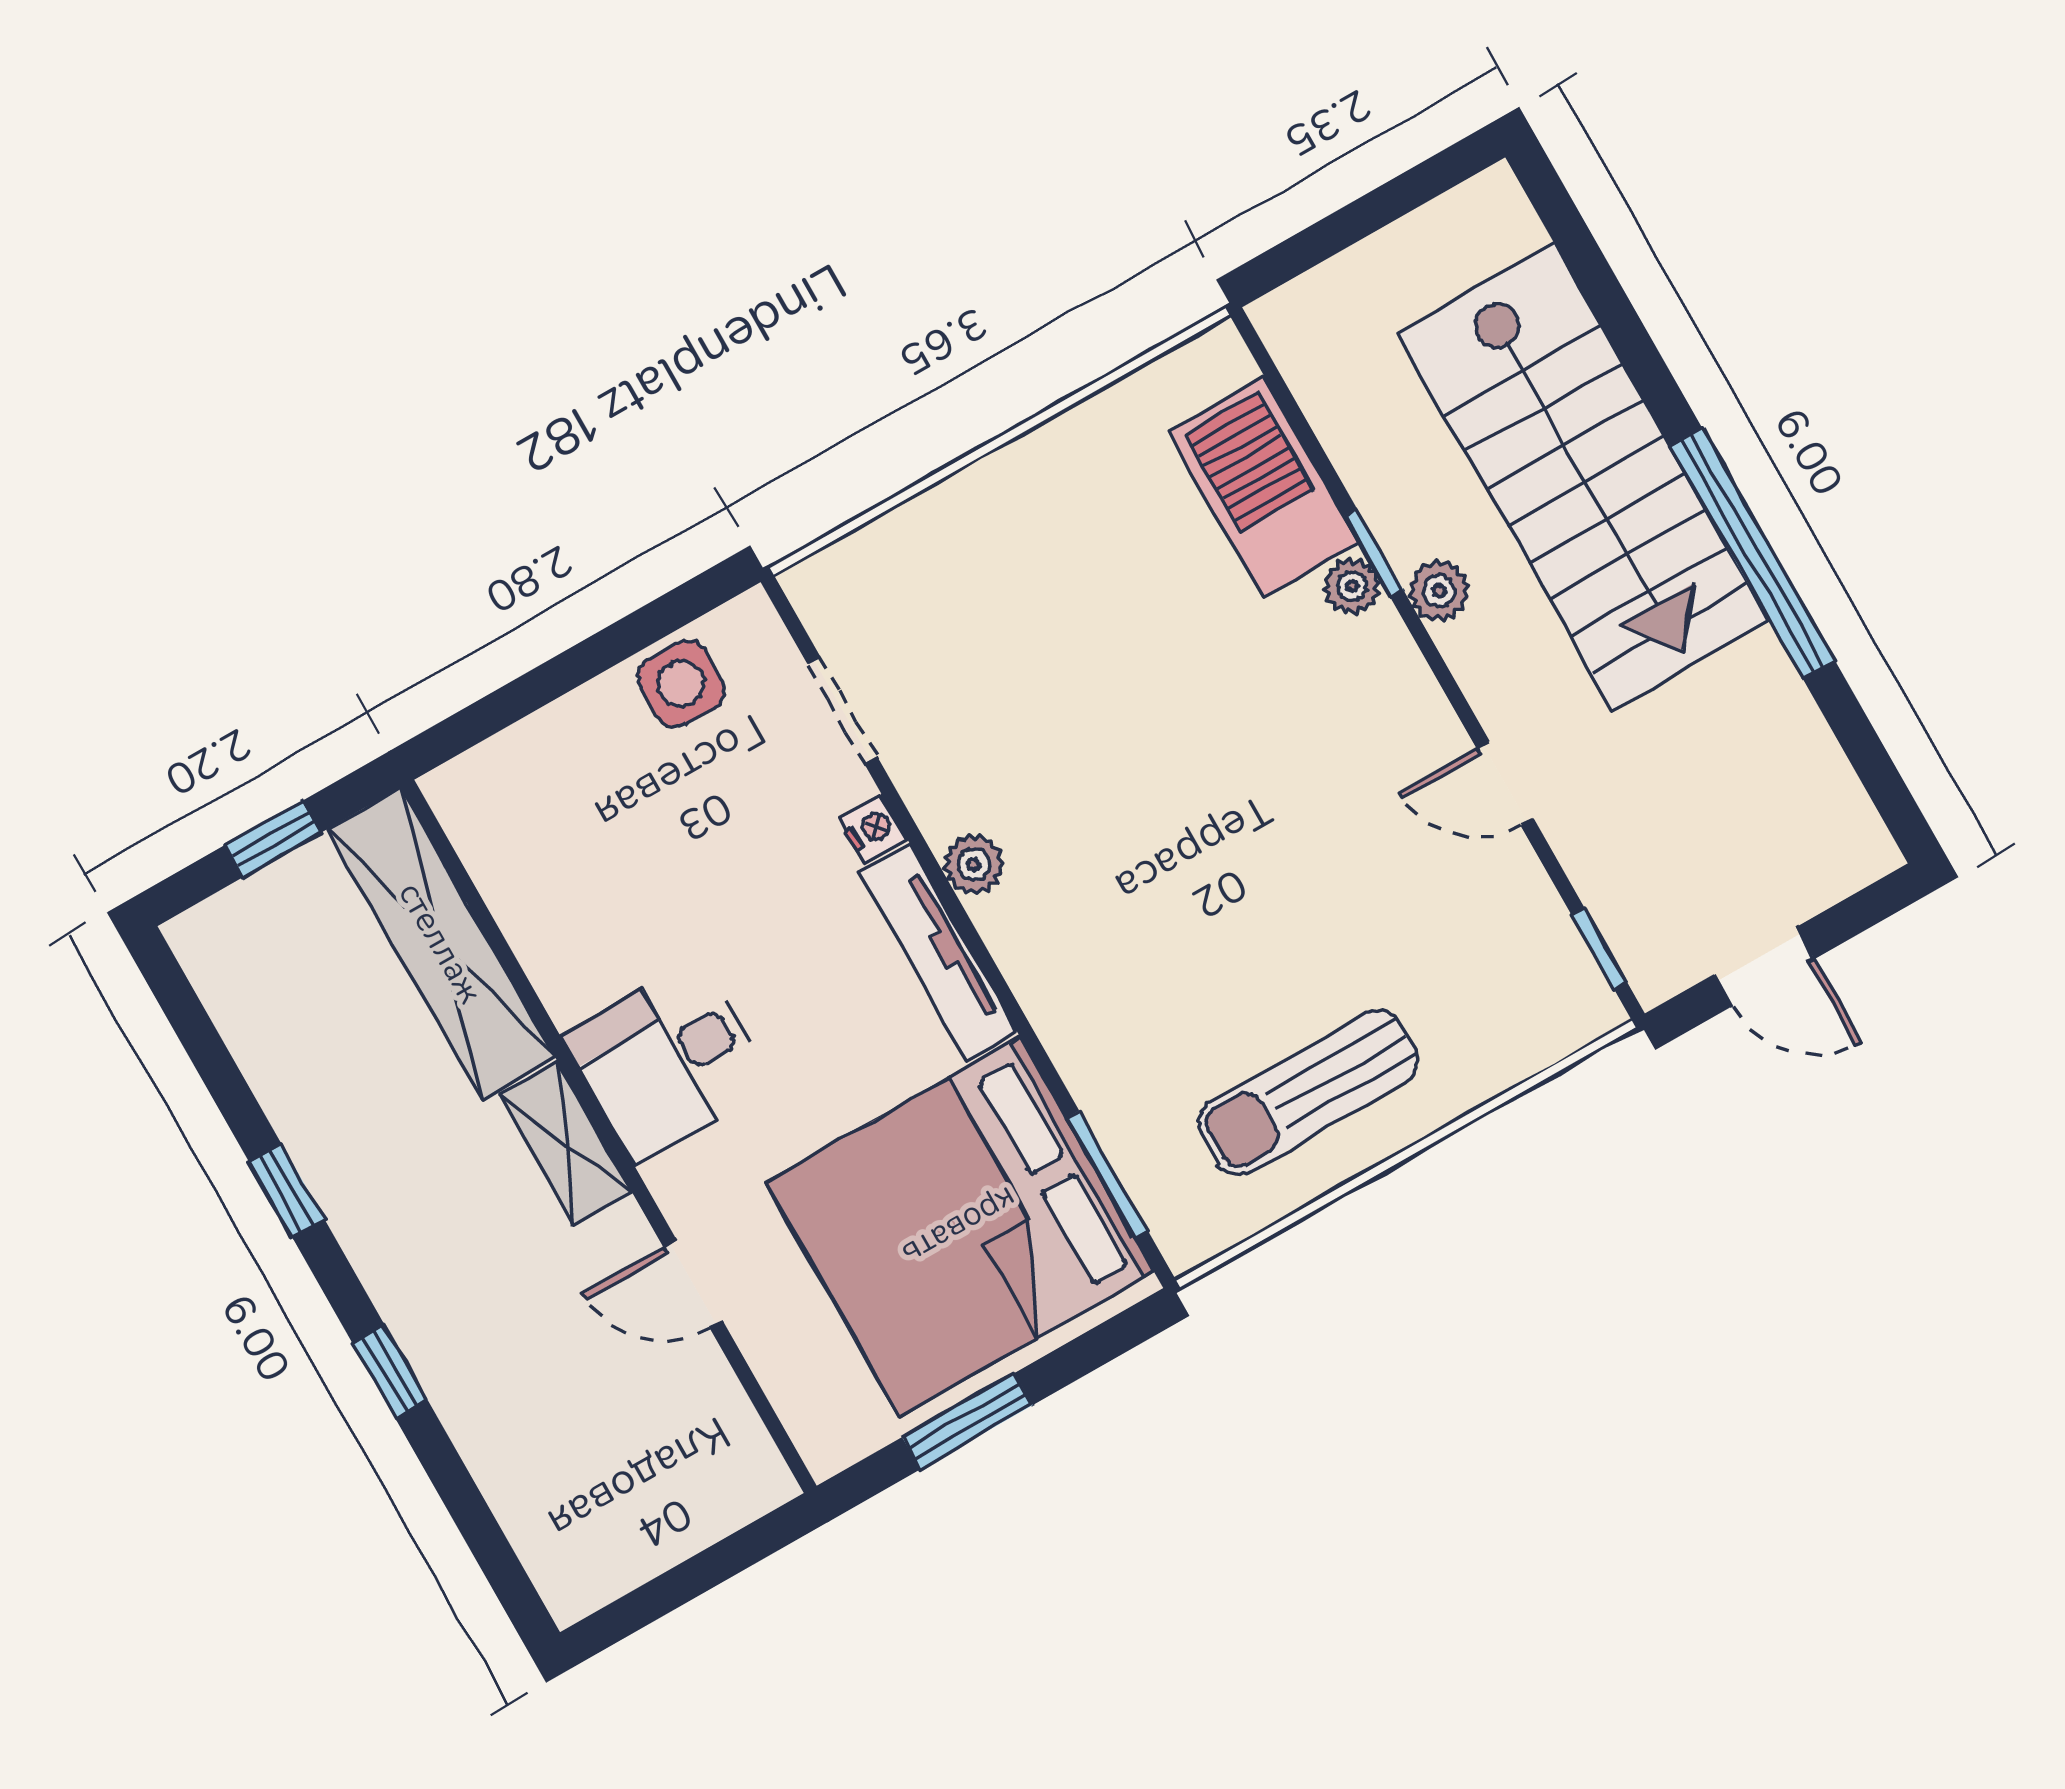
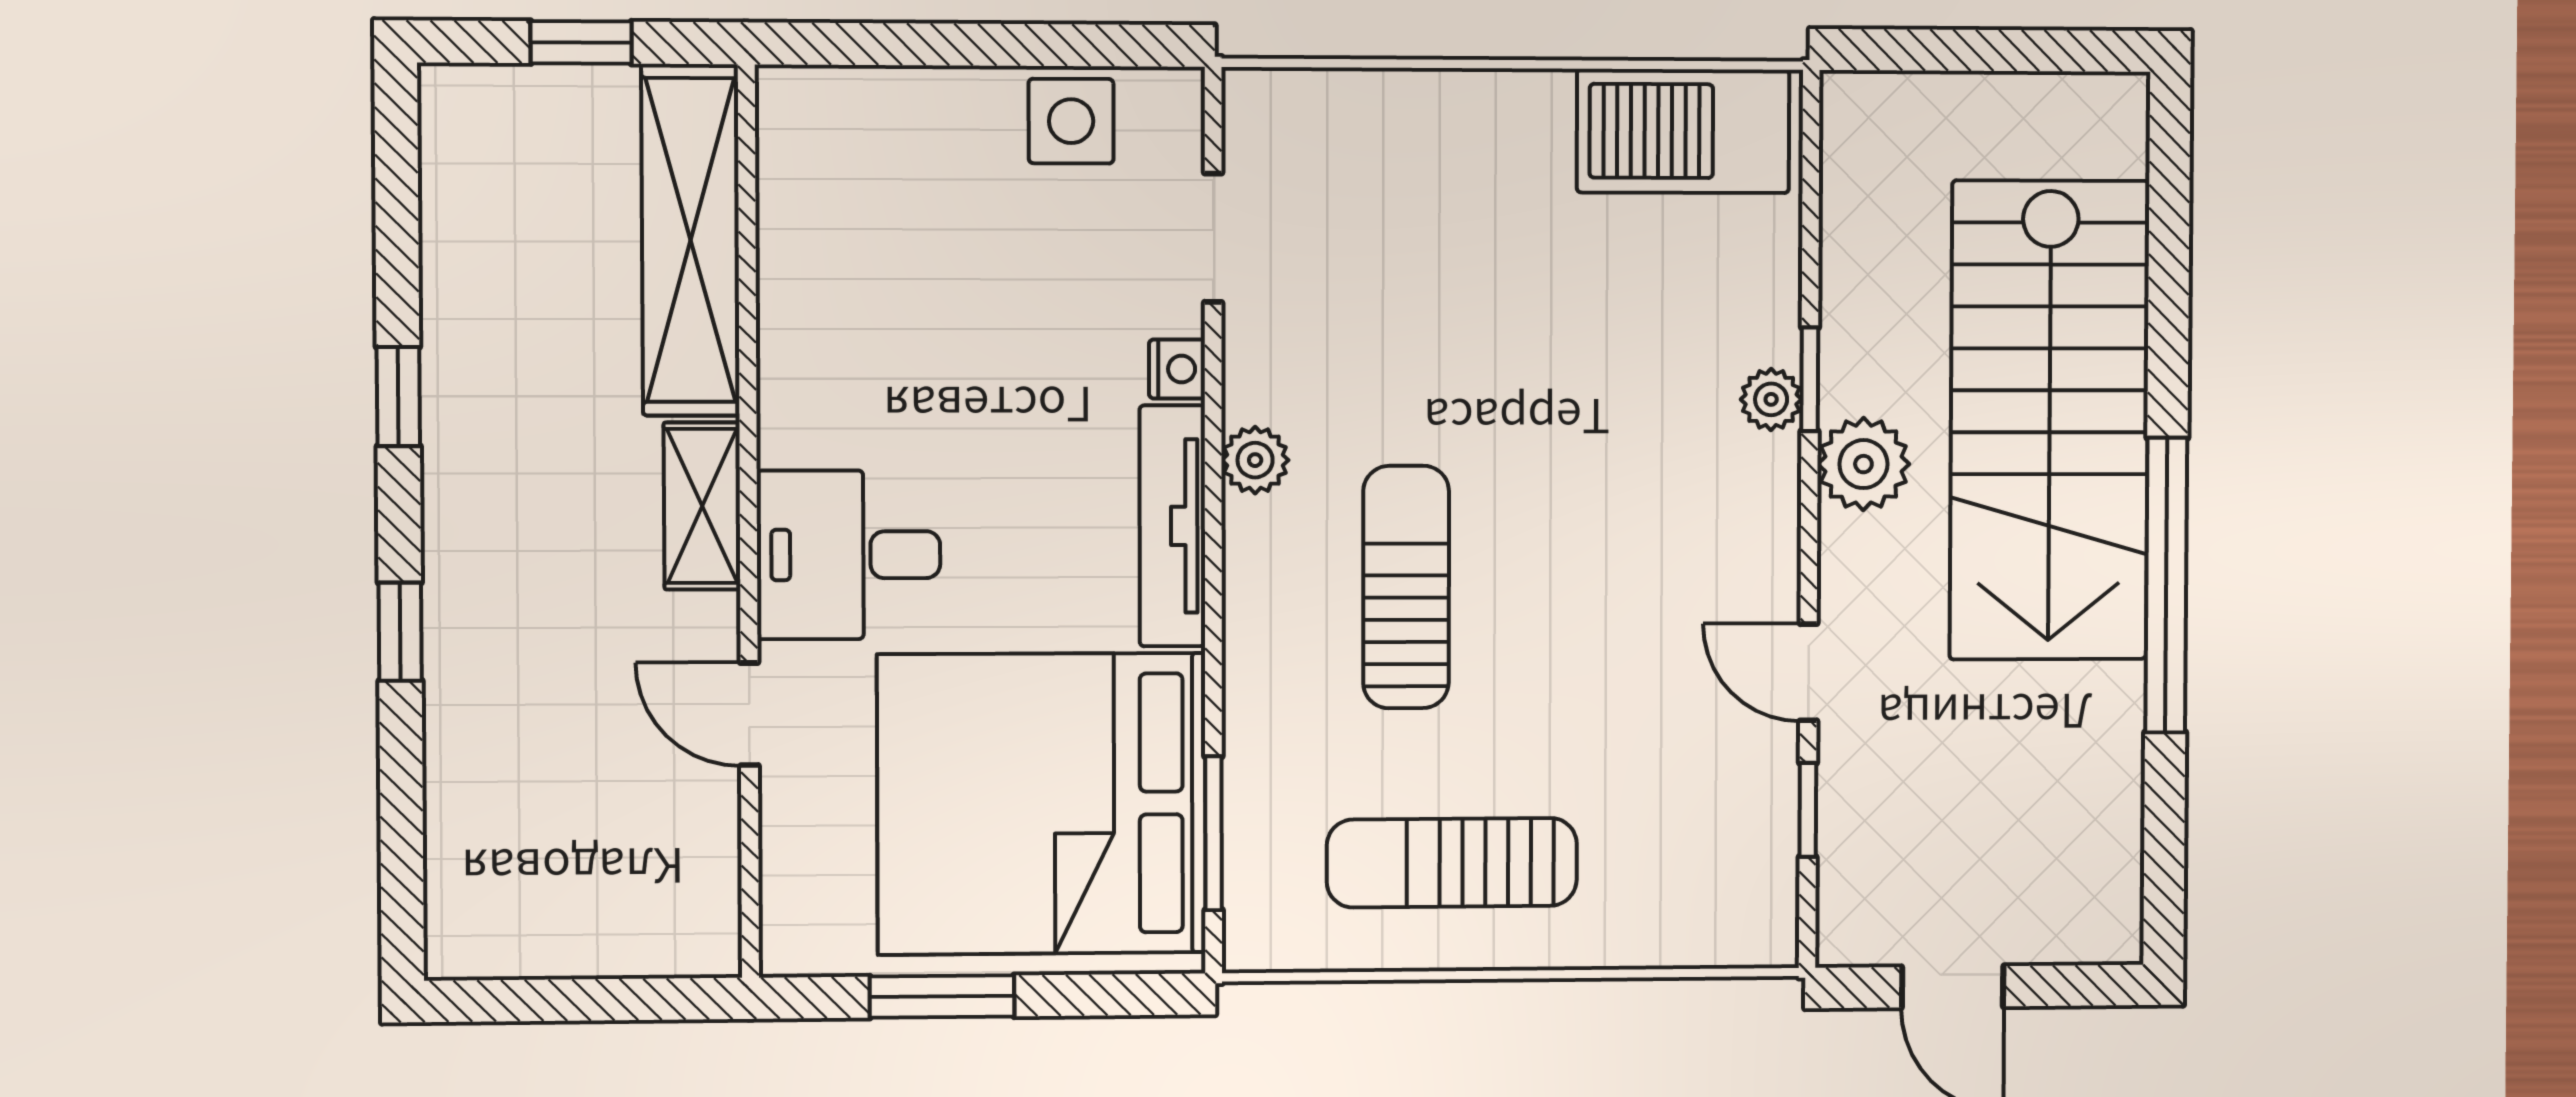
barbecue: (1264, 487) -> (1683, 131), moved, turned -90
plant: (1439, 591) -> (1863, 464), width x1.38, depth x1.38
sun lounger: (1148, 897) -> (1406, 587), added
window: (1600, 949) -> (1808, 810), moved
desk: (668, 1061) -> (849, 555), moved

